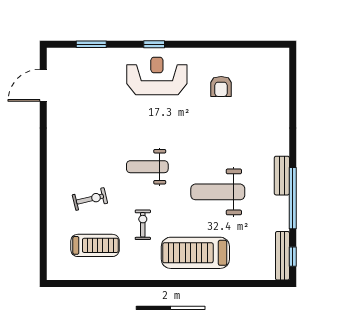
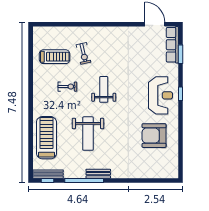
row of seats: (76, 57) -> (172, 45), added
armchair: (221, 86) -> (154, 136), width x1.88, depth x1.88
weight bench: (218, 192) -> (88, 134), turned 180
treadmill: (95, 245) -> (54, 57), turned -90
treadmill: (195, 253) -> (46, 138), moved

